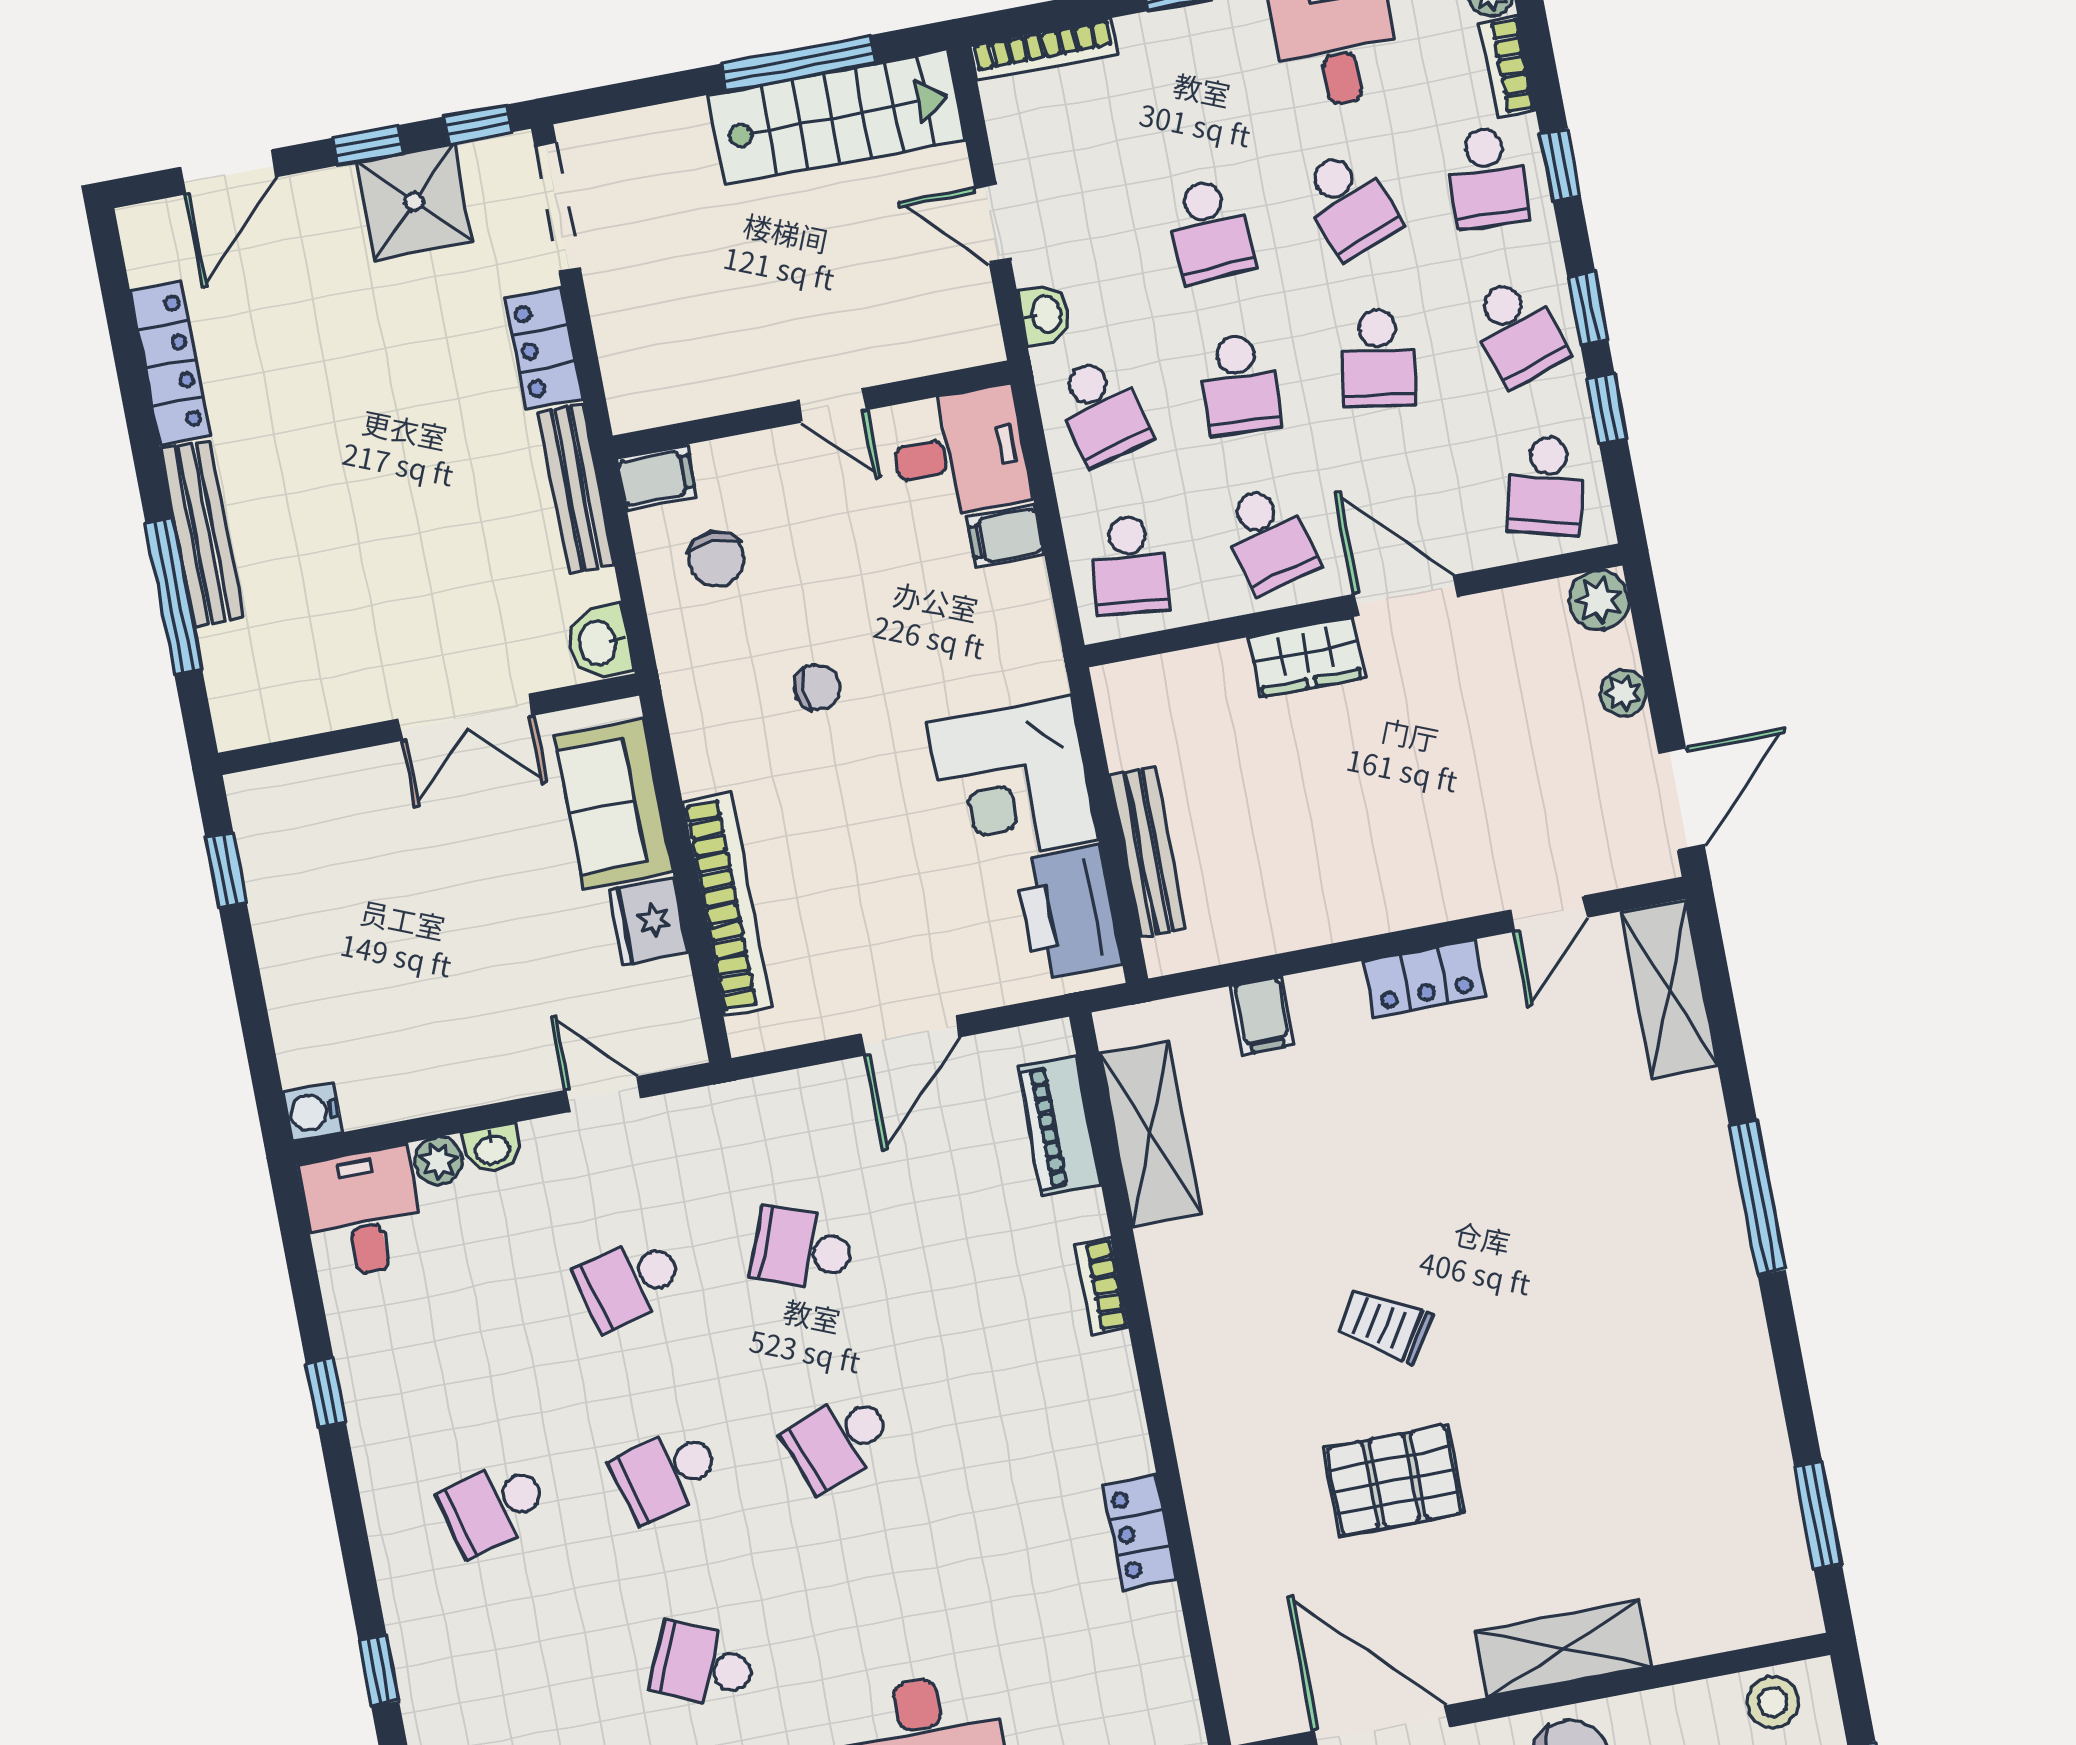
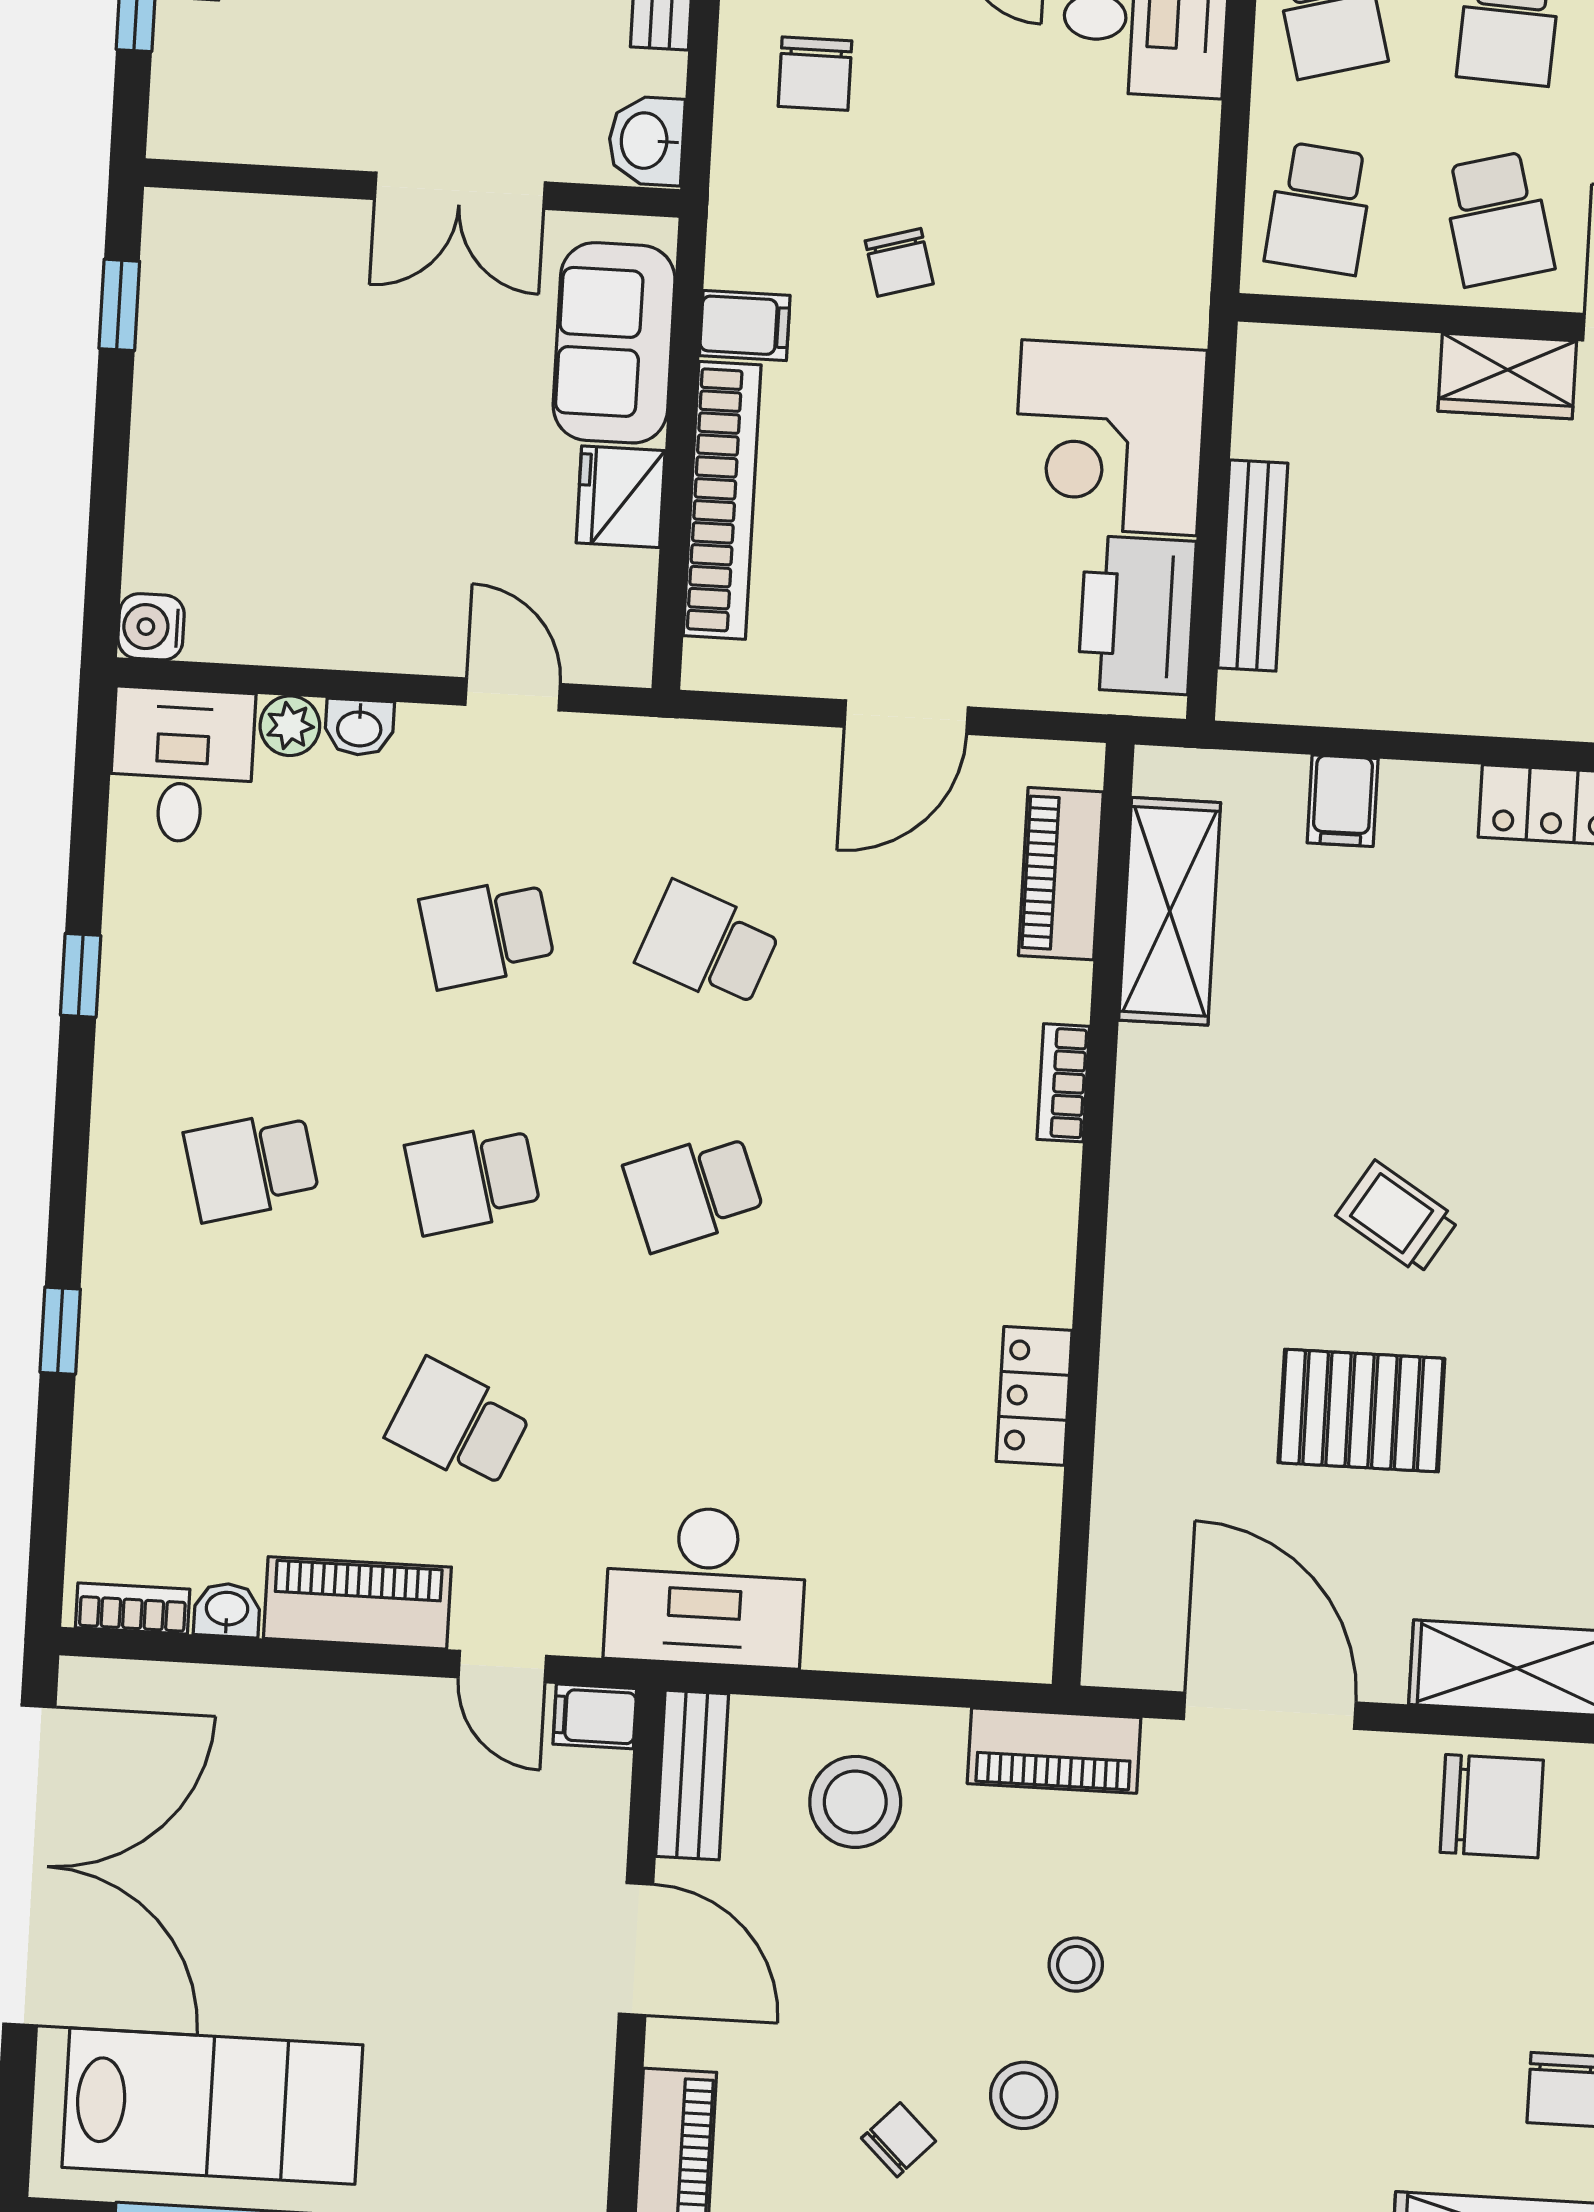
filing cabinet: (1006, 536) -> (745, 326), moved, turned 180
chair: (817, 687) -> (899, 262), turned 74

